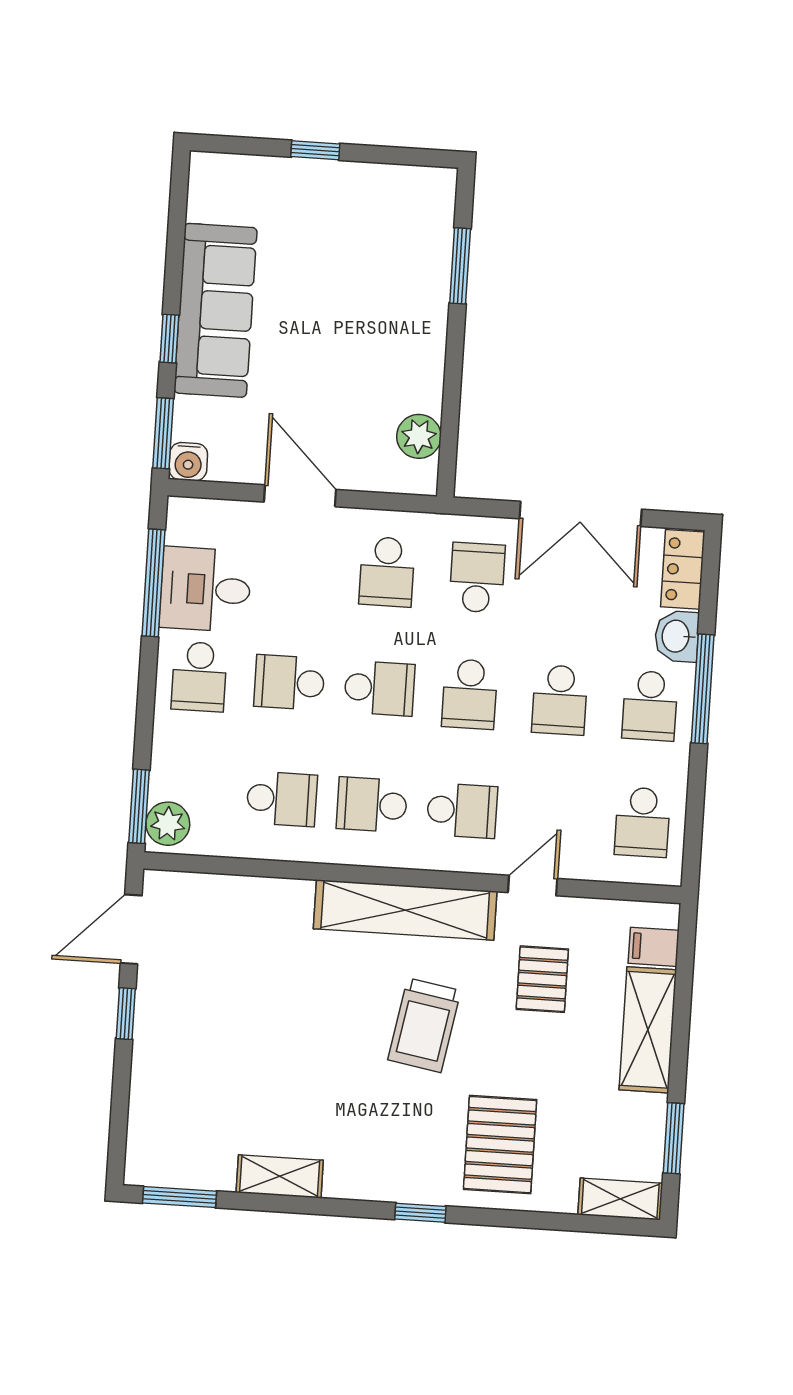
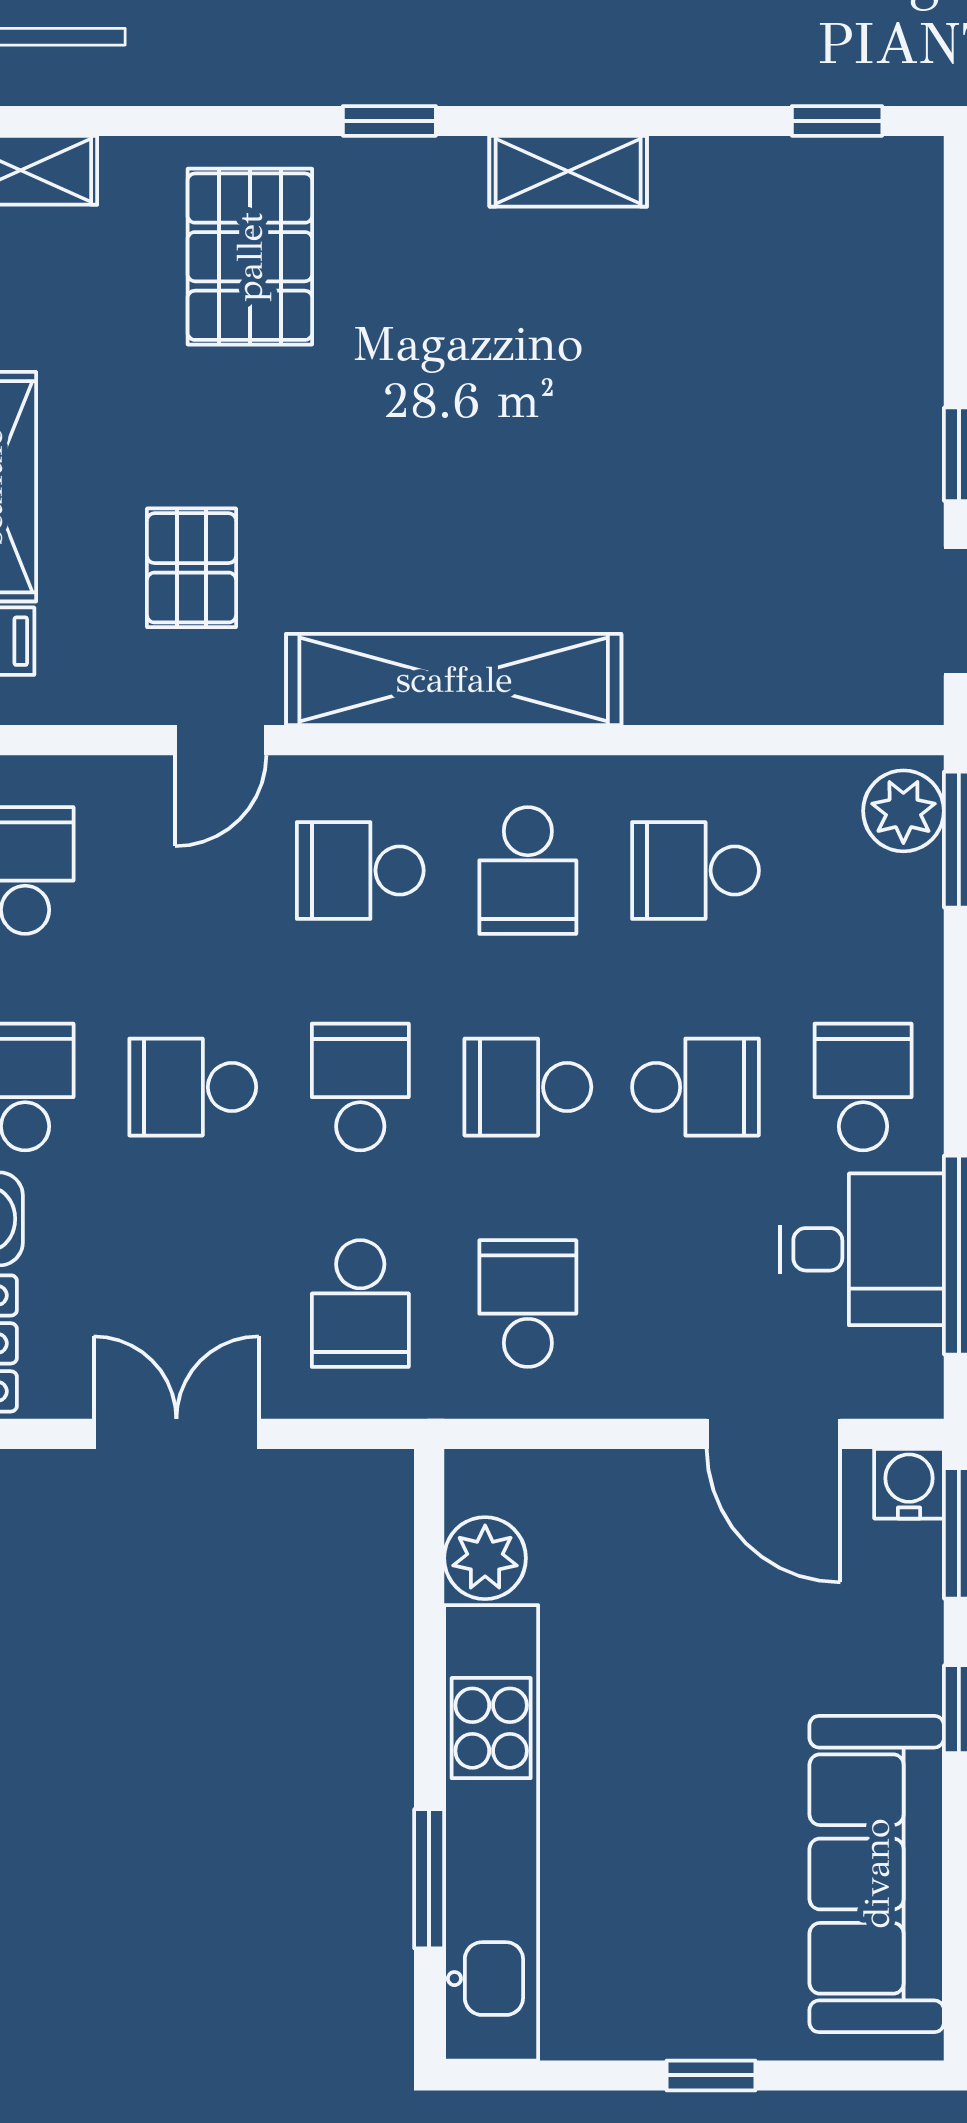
kitchen unit: (425, 288) -> (491, 1833), added
sofa: (215, 310) -> (877, 1874), moved
door: (300, 496) -> (773, 1434), moved
double door: (581, 514) -> (176, 1434), width x0.73
school desk: (560, 700) -> (193, 1087), turned -90
school desk: (372, 805) -> (528, 870), turned 90
trolley: (424, 1025) -> (405, 469), removed
shelving: (280, 1176) -> (568, 171), moved
window: (180, 1197) -> (837, 121), width x0.67

